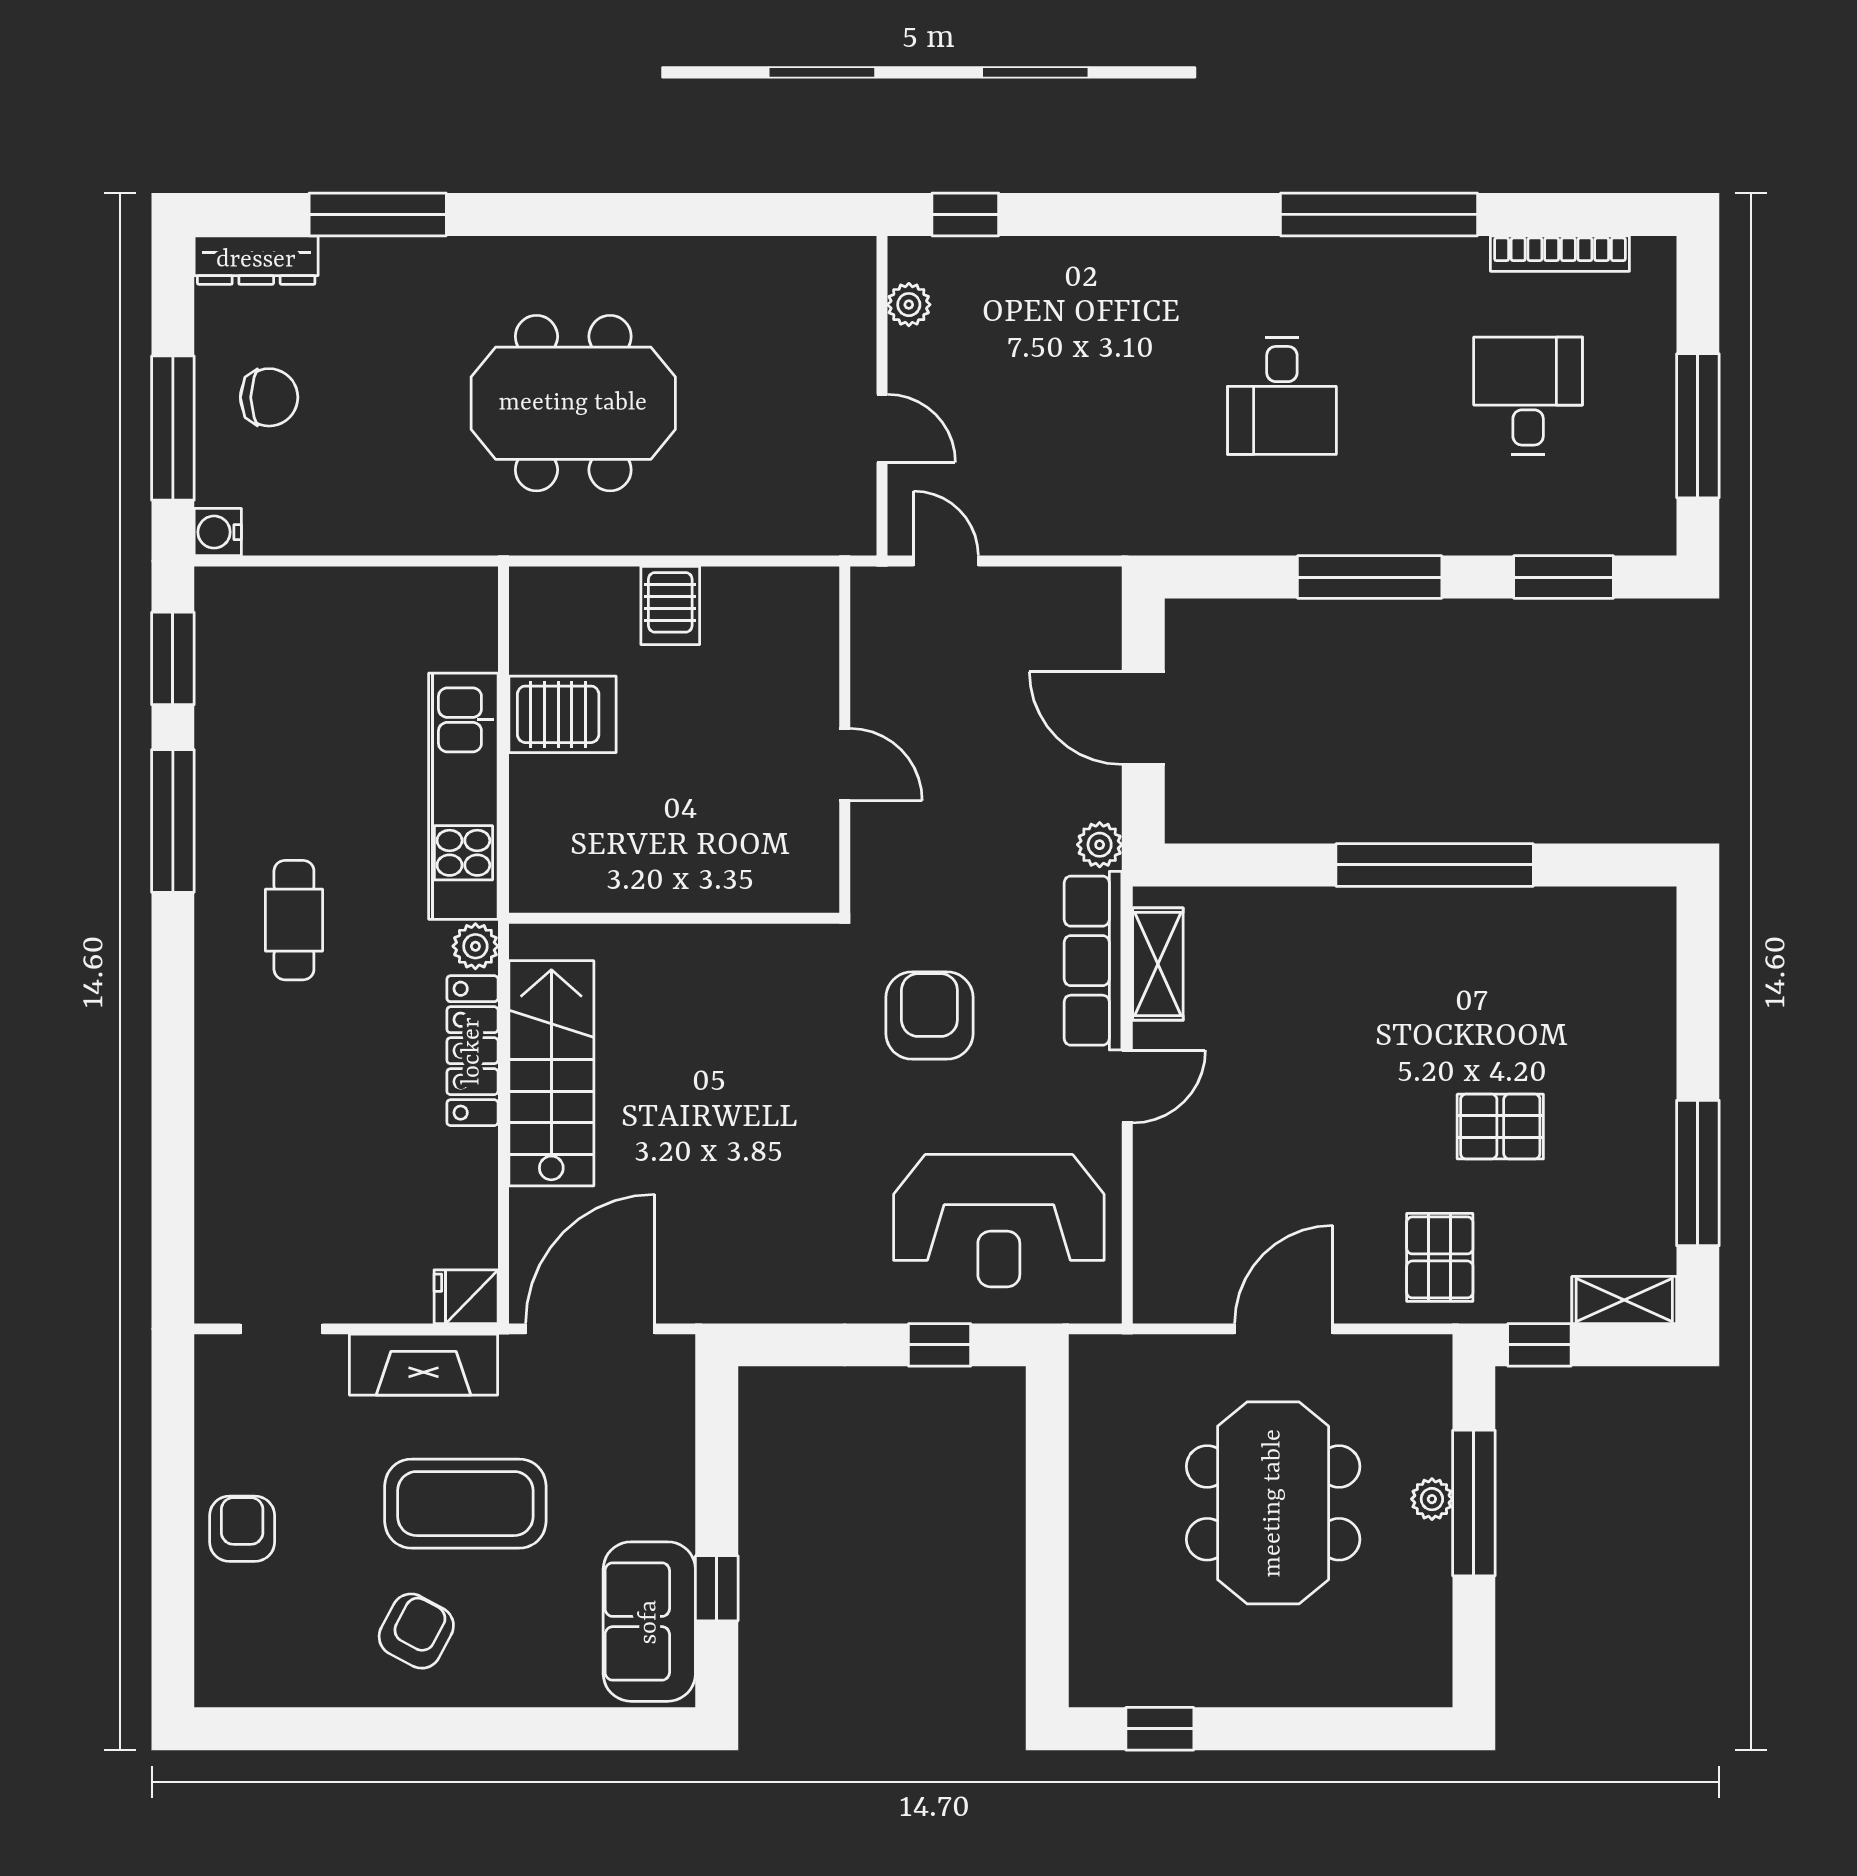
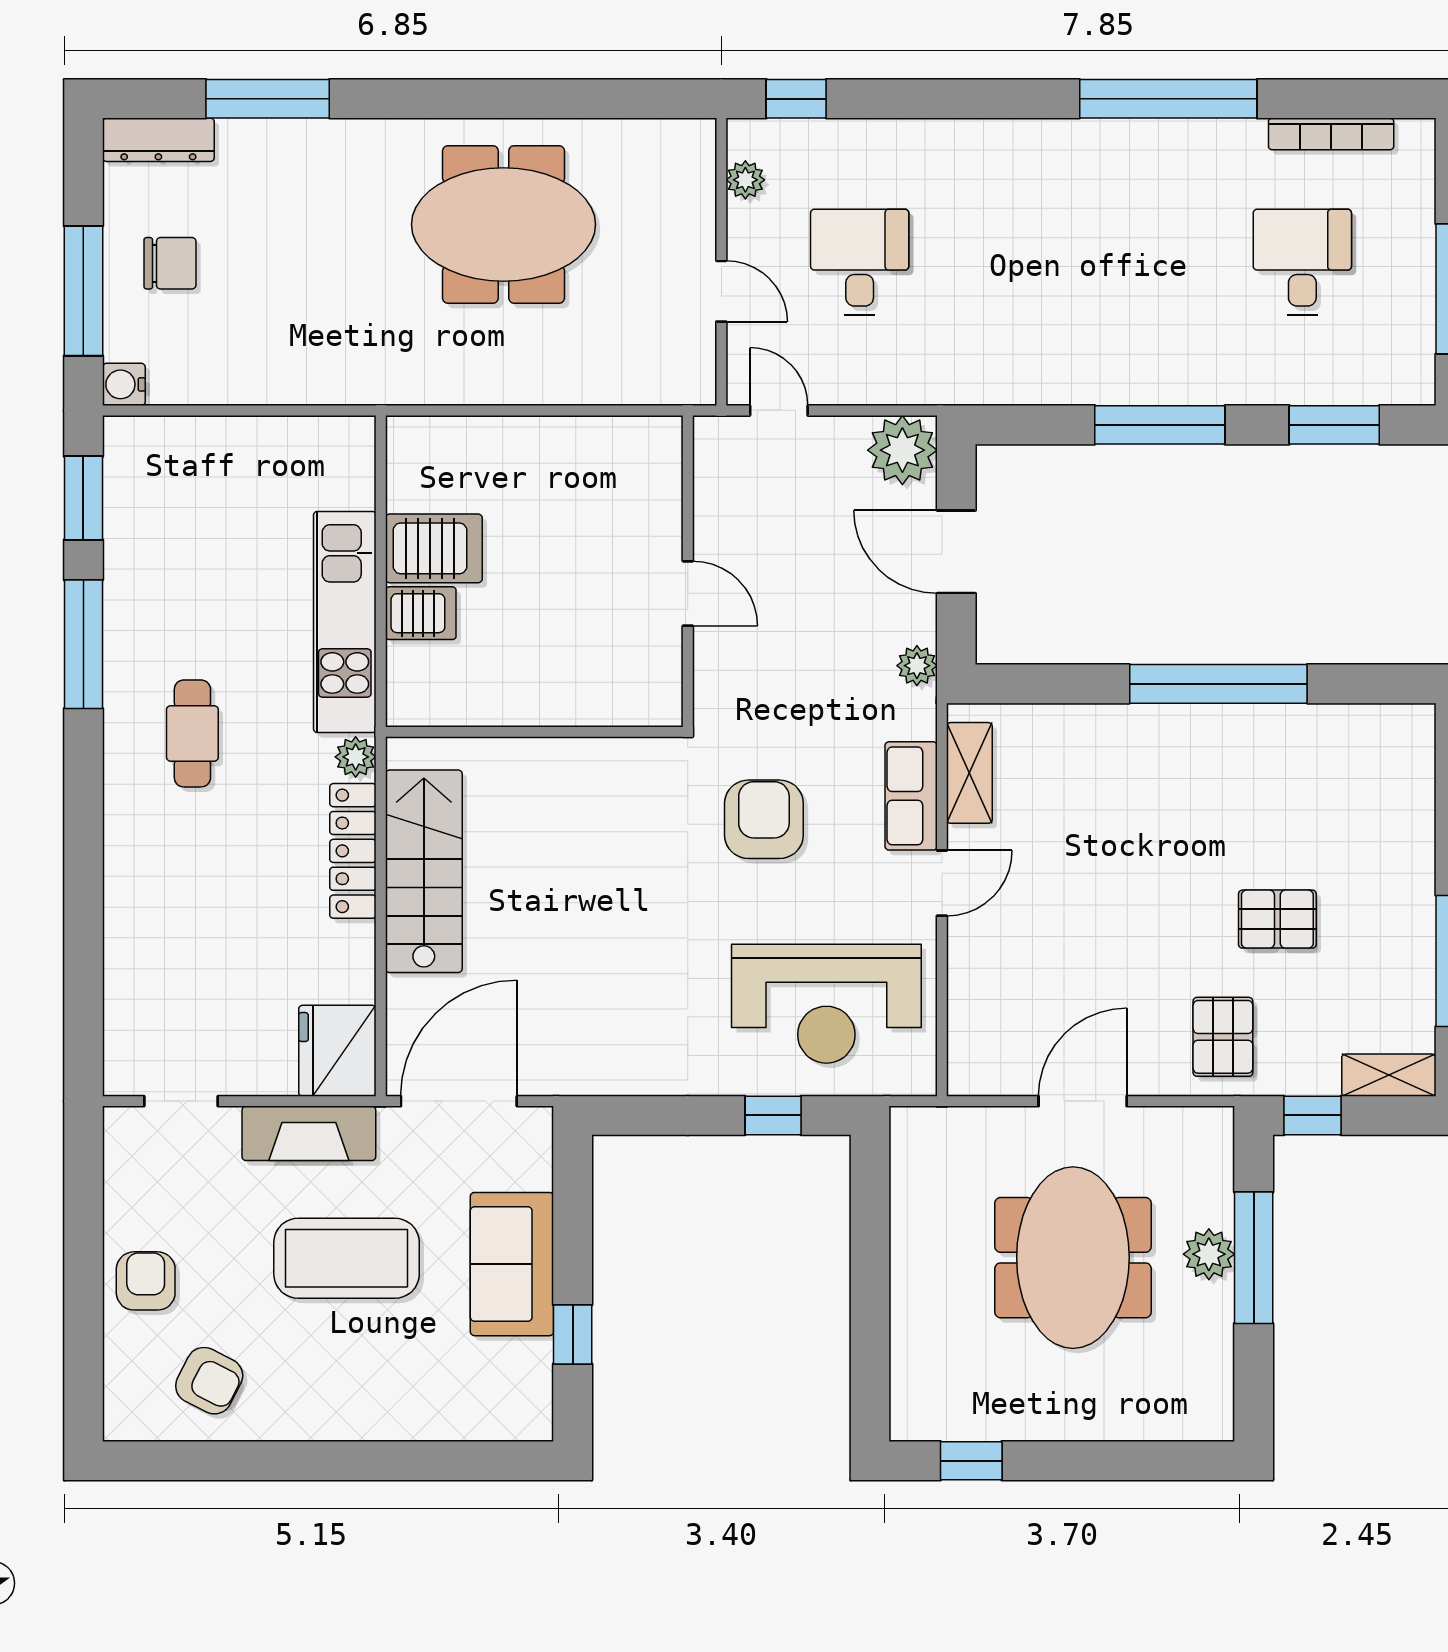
desk: (1282, 396) -> (860, 262), moved, turned 180
meeting table: (573, 403) -> (504, 224), moved
server rack: (670, 605) -> (421, 613), moved, turned -90
plant: (1083, 605) -> (902, 450), added
row of seats: (1093, 961) -> (911, 796), width x0.68
fridge: (466, 1297) -> (337, 1051), width x1.88, depth x1.34
plant: (1432, 1499) -> (1209, 1254), width x1.38, depth x1.38
sofa: (649, 1622) -> (512, 1264), moved
armchair: (416, 1631) -> (209, 1381), moved, turned 89

